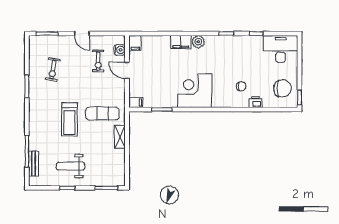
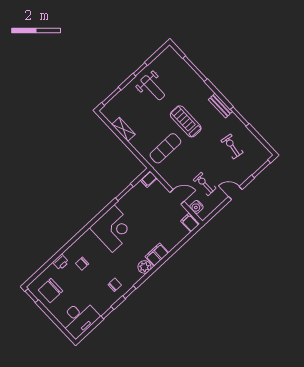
chair: (232, 49) -> (115, 285), added
shelving: (120, 137) -> (123, 129), moved
bench: (34, 164) -> (220, 106), moved
weight bench: (70, 166) -> (153, 88), turned 90

